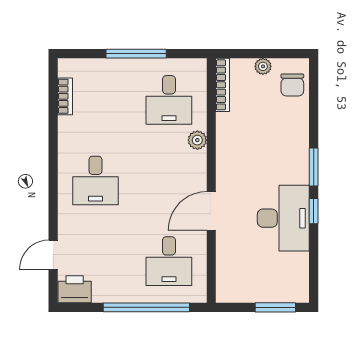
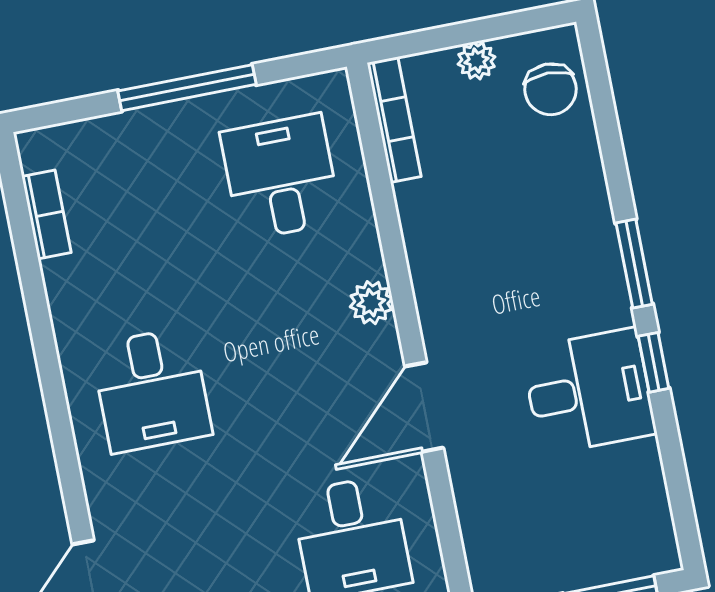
desk: (169, 100) -> (281, 177), turned 180
plant: (197, 140) -> (371, 303), moved
desk: (283, 218) -> (589, 391), width x0.73

